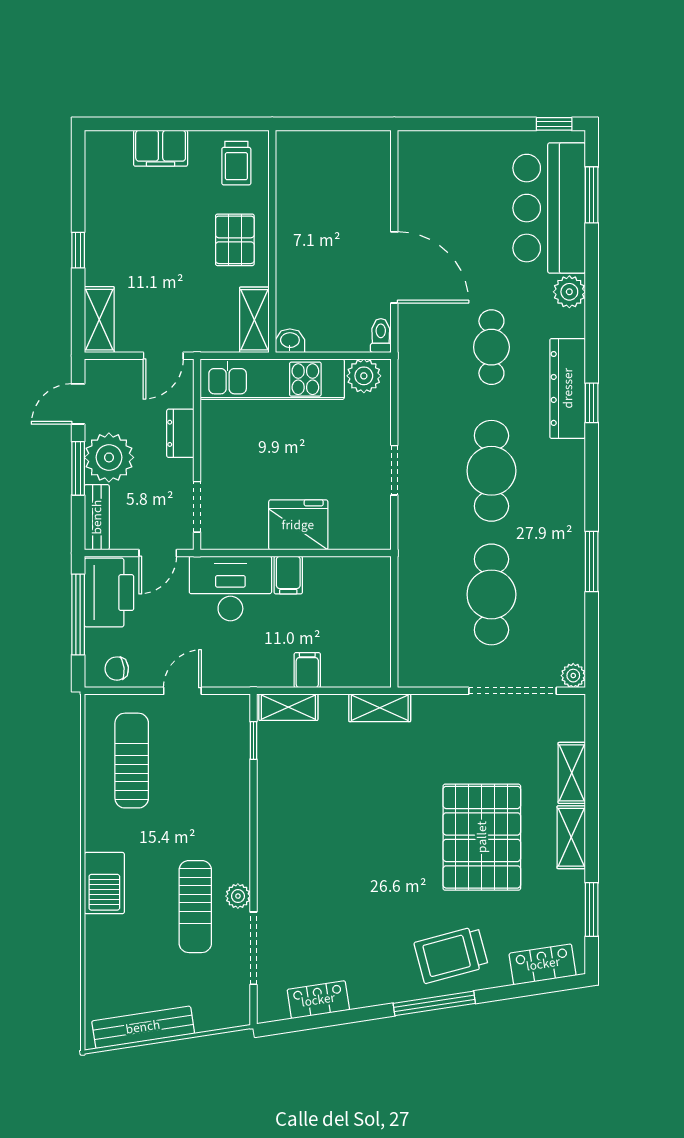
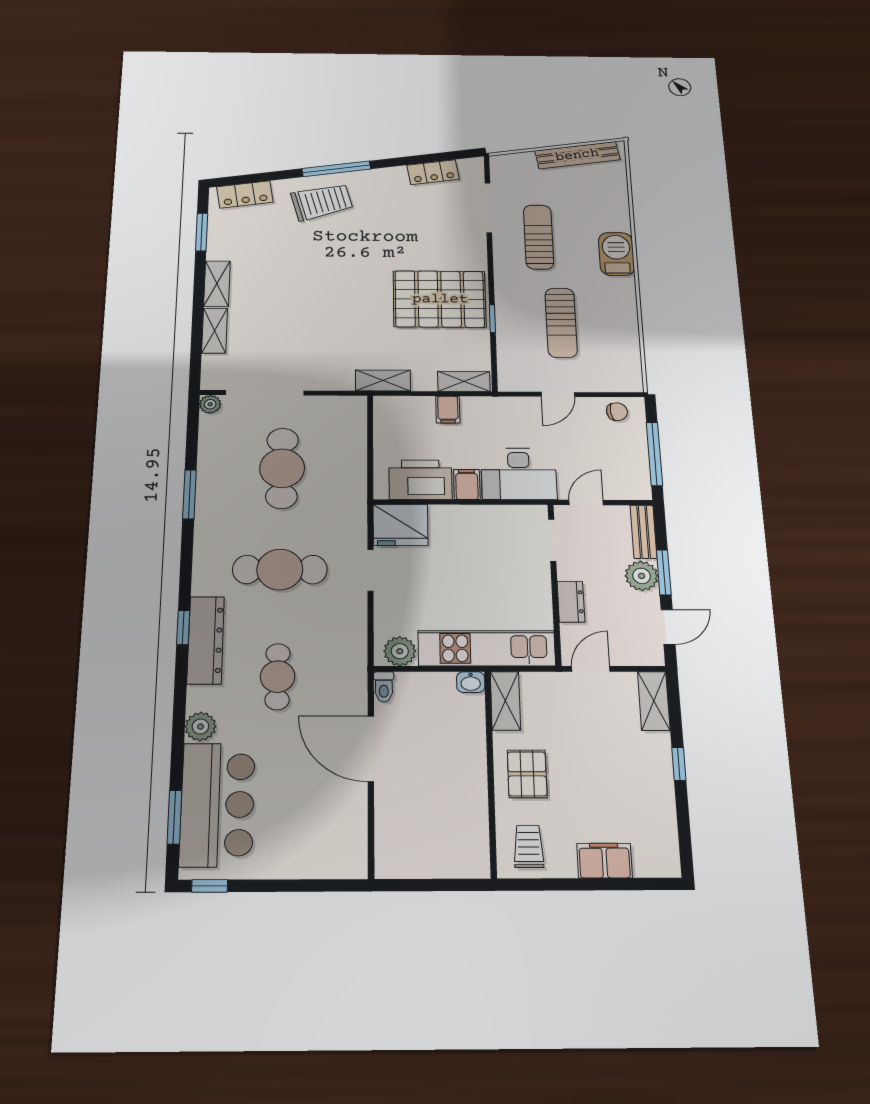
plant: (109, 457) -> (642, 576), width x0.73, depth x0.73
cafe table: (491, 471) -> (280, 570), turned 90
fridge: (298, 525) -> (400, 525), moved
printer: (109, 593) -> (420, 480), moved, turned 90
window: (253, 740) -> (492, 319), moved
sun lounger: (132, 761) -> (561, 323), moved
pallet: (482, 837) -> (440, 299), moved, turned 90
plant: (238, 896) -> (503, 244), removed

